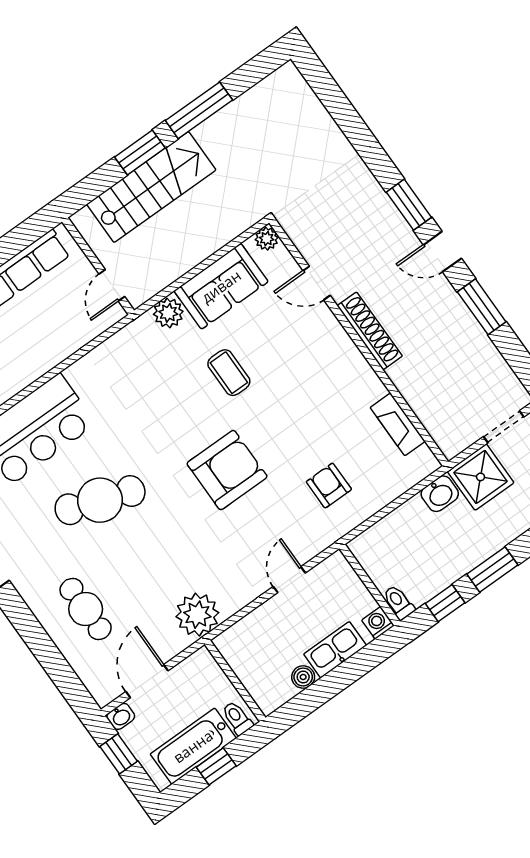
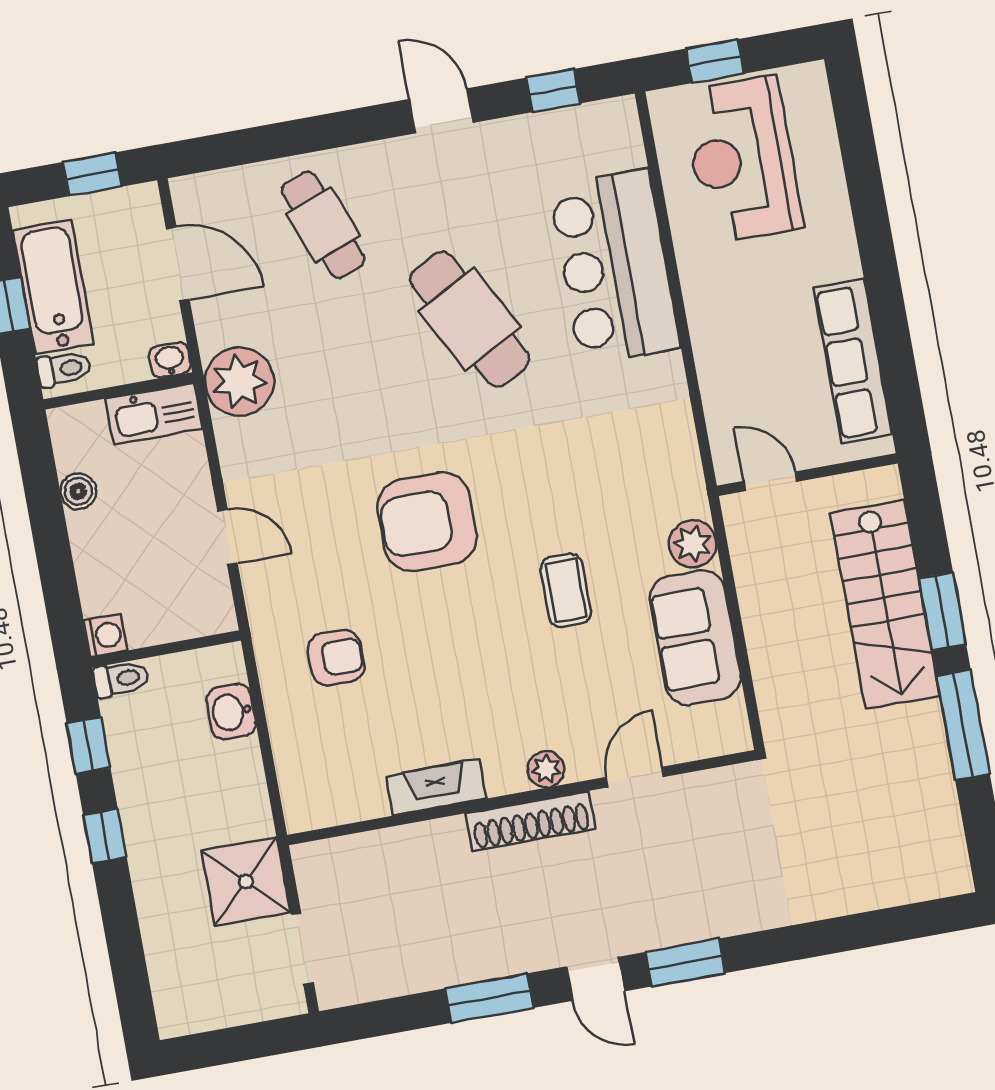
plant: (267, 239) -> (546, 769), moved
door: (442, 252) -> (595, 979), swing flipped
coffee table: (229, 373) -> (566, 590), turned 90
fireplace: (398, 424) -> (436, 787), moved
armchair: (227, 470) -> (427, 522), turned 90
washbasin: (440, 494) -> (231, 712), moved
cafe table: (100, 500) -> (470, 319), turned -47
window: (492, 569) -> (105, 836), width x0.67
cafe table: (86, 609) -> (323, 225), turned 69
kitchen sink: (335, 650) -> (154, 414), moved, turned 90
washbasin: (121, 716) -> (170, 360), moved, turned 90

